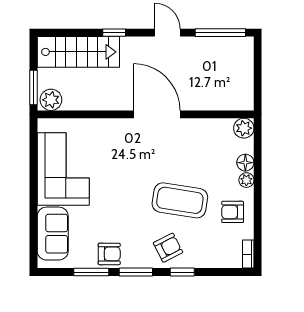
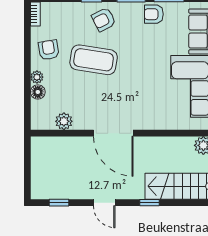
window: (220, 33) -> (59, 203), width x0.46
plant: (244, 128) -> (64, 121), moved
armchair: (233, 212) -> (49, 50), turned -99

